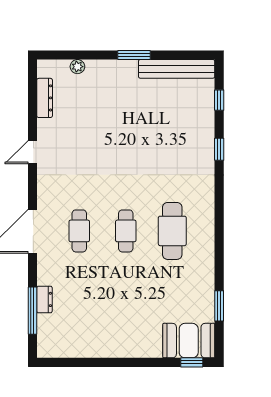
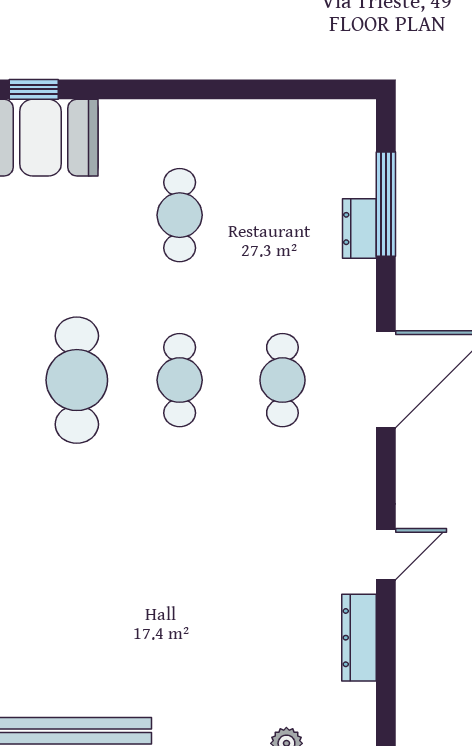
dresser: (45, 98) -> (359, 638), moved
cafe table: (126, 306) -> (180, 215), added

